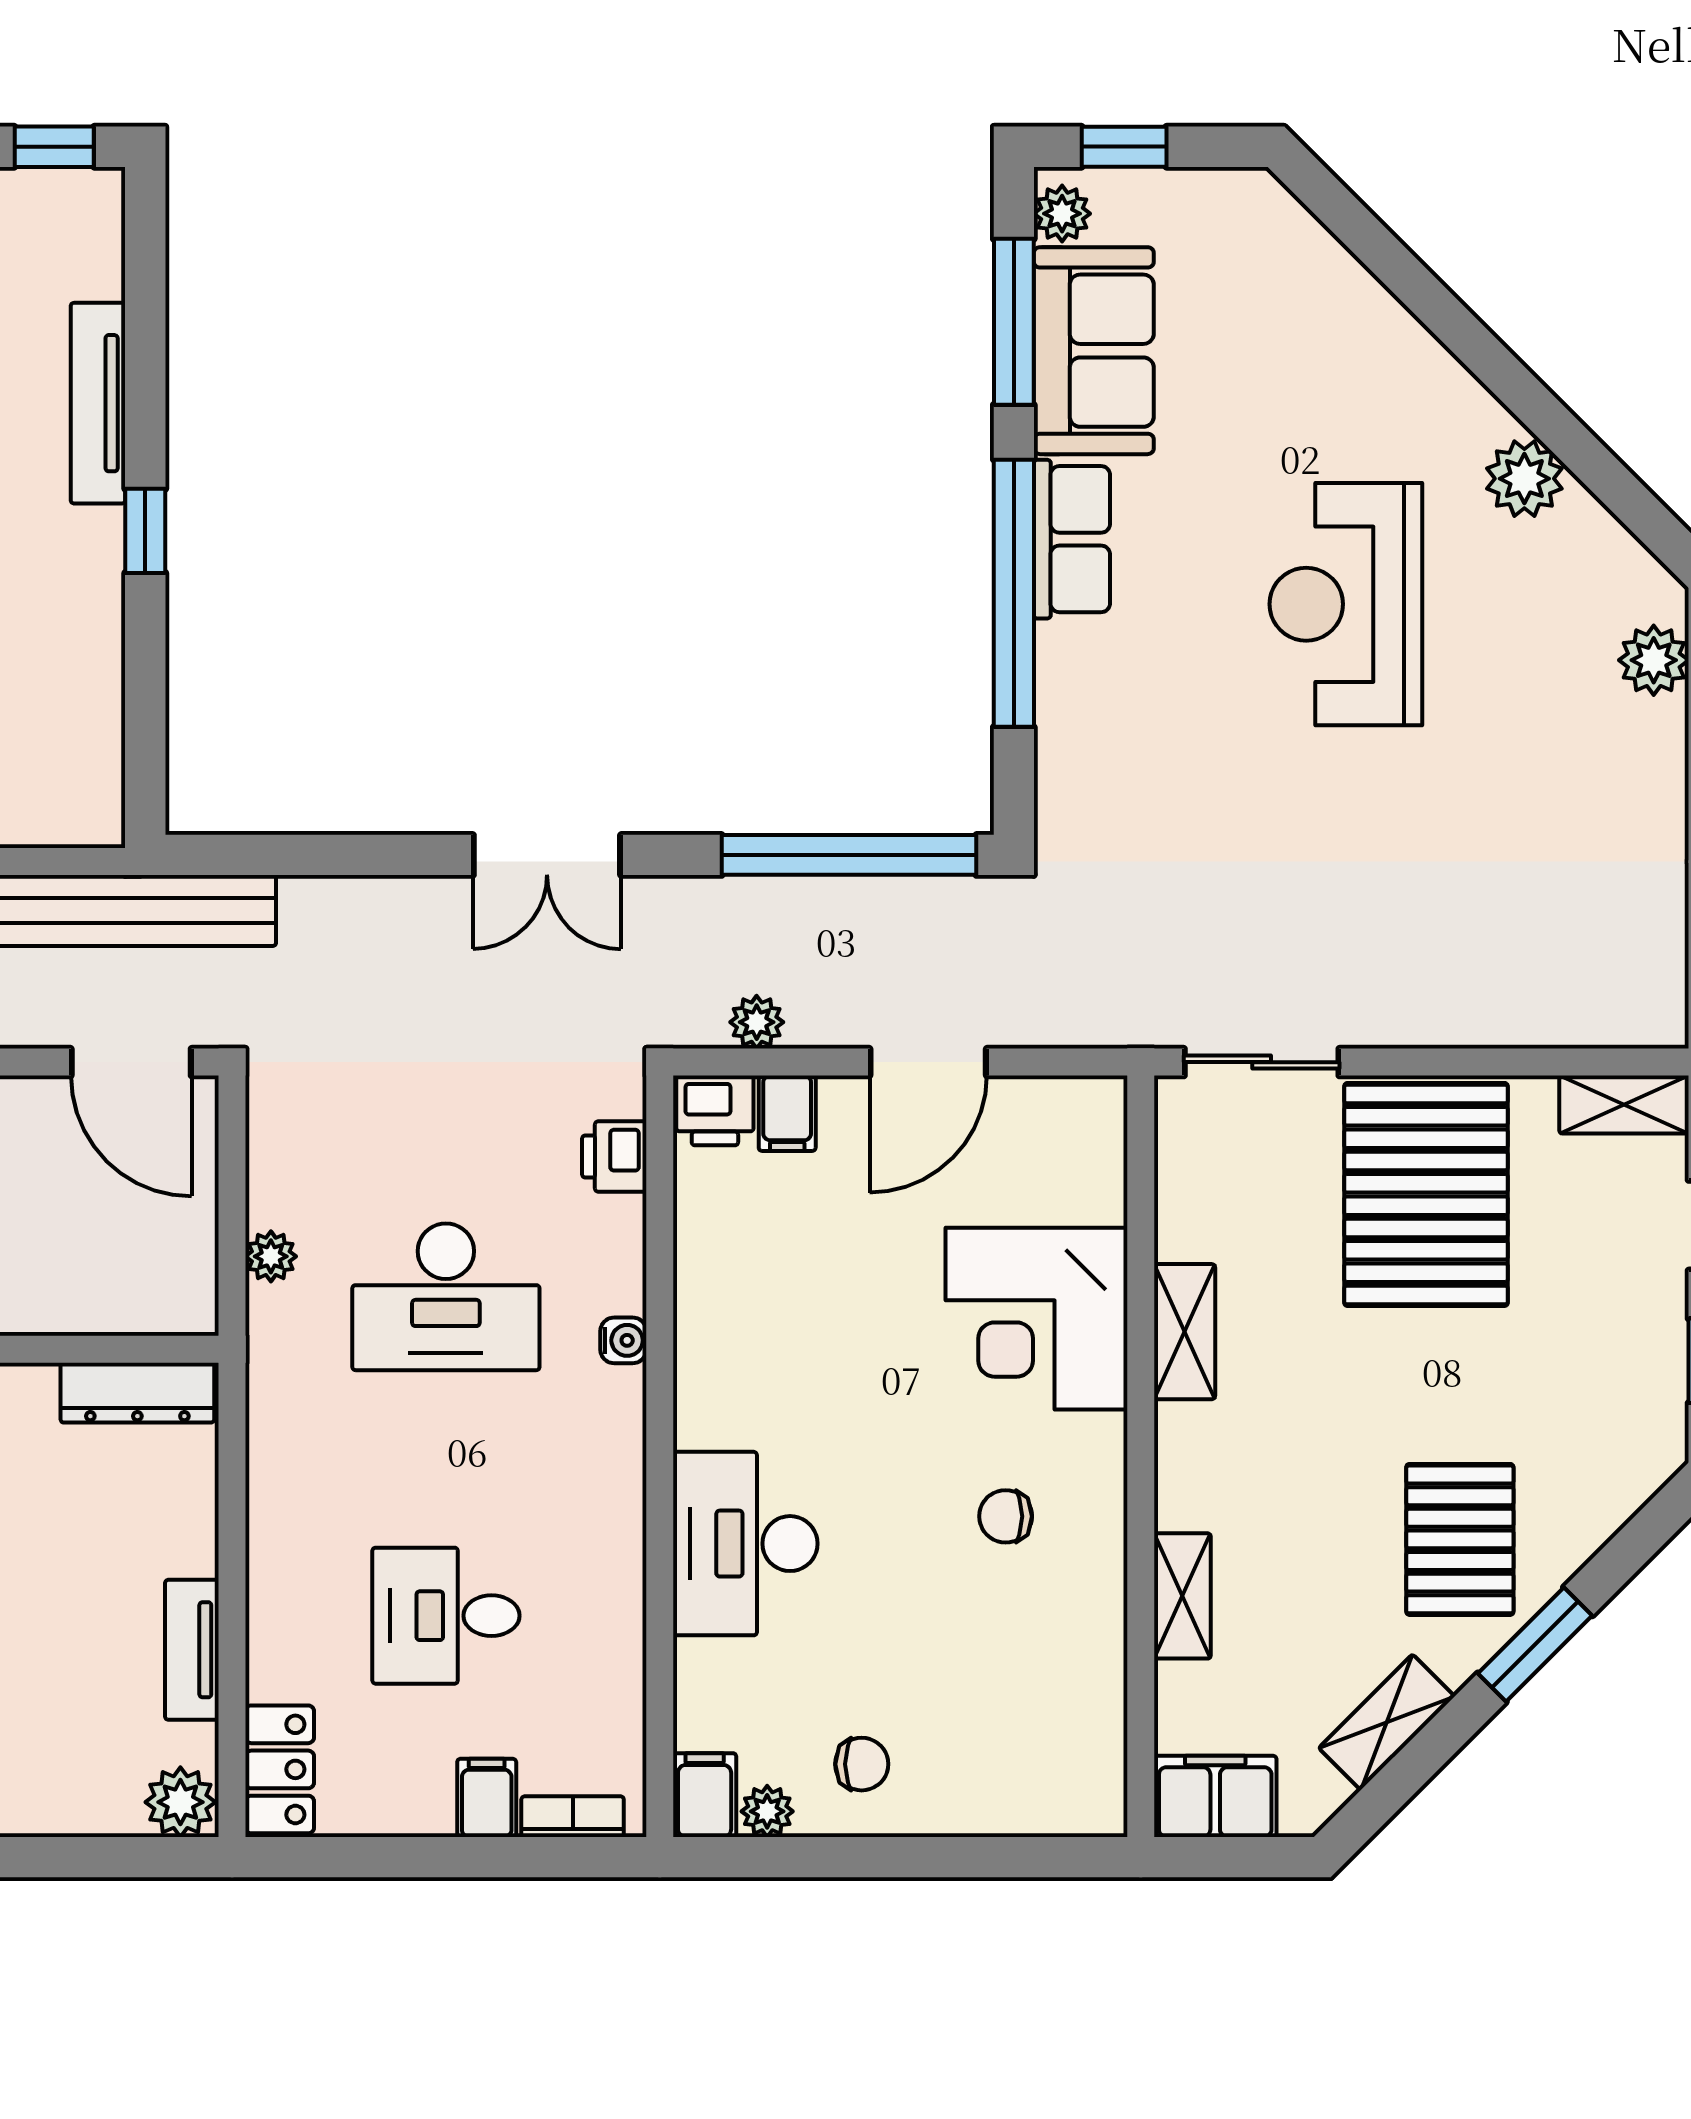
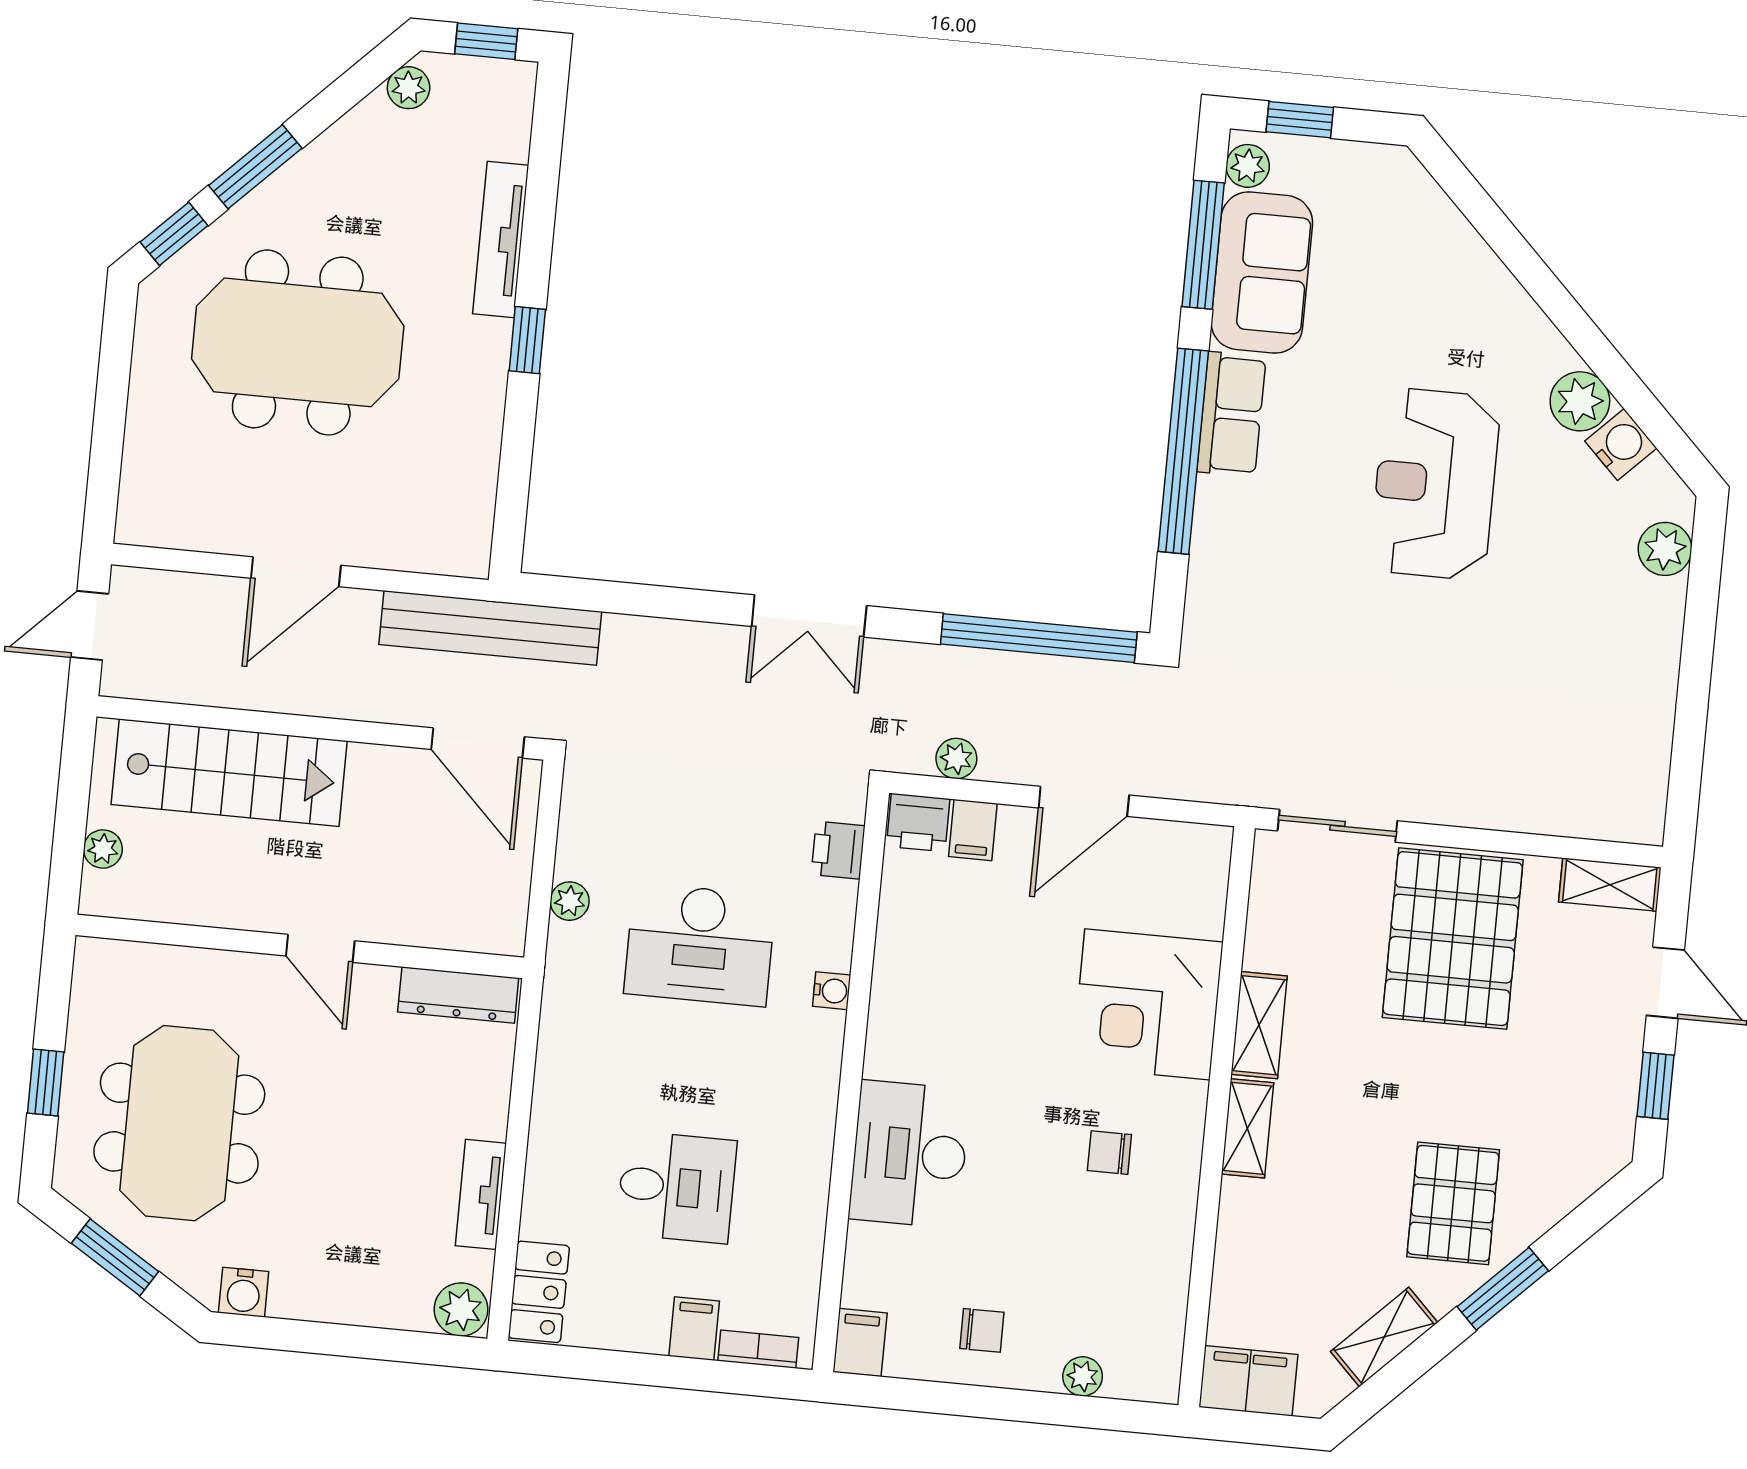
water cooler: (1583, 530) -> (1621, 445), added
shelving: (1182, 1596) -> (1247, 1128), moved
desk: (446, 1616) -> (677, 1187), turned 180
plant: (767, 1811) -> (1083, 1376), moved

